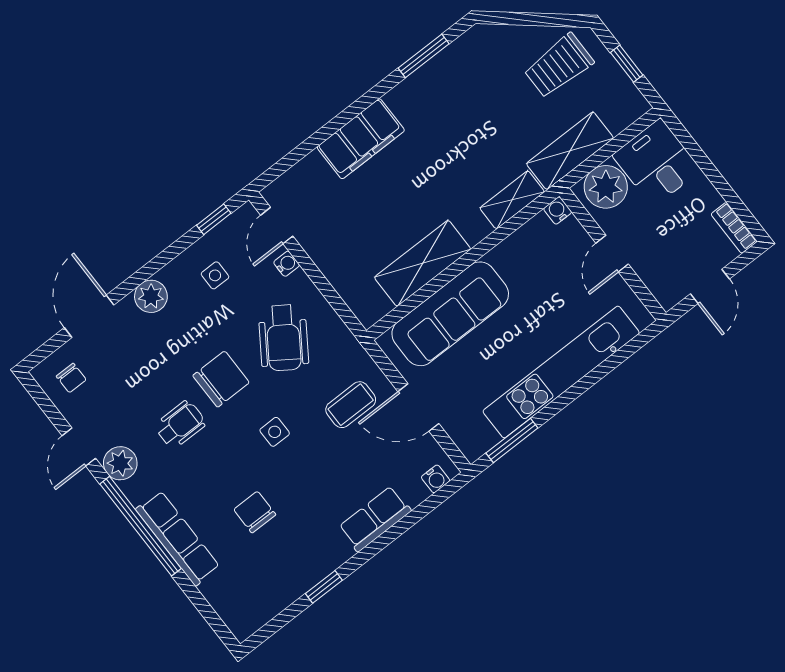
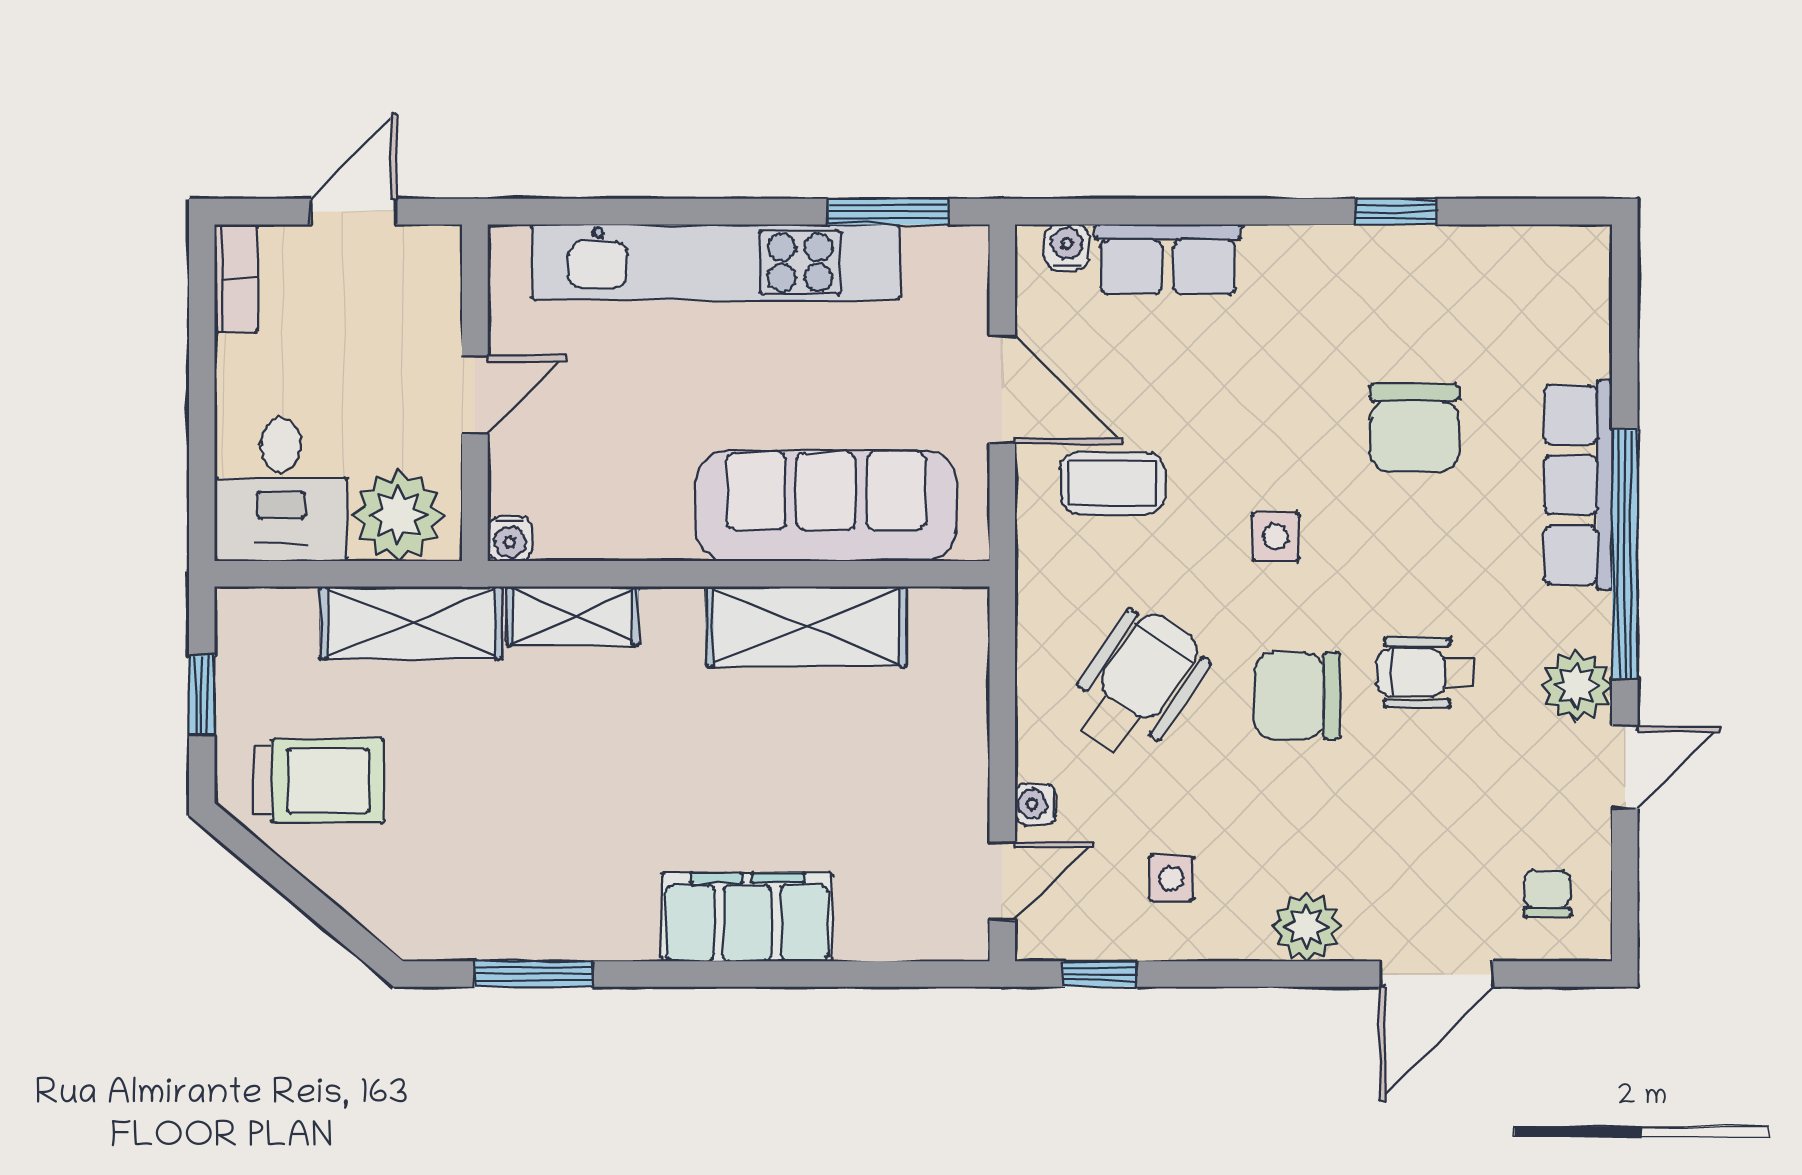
chair: (255, 512) -> (1414, 428), width x1.37, depth x1.37
row of seats: (375, 519) -> (1168, 259), moved

